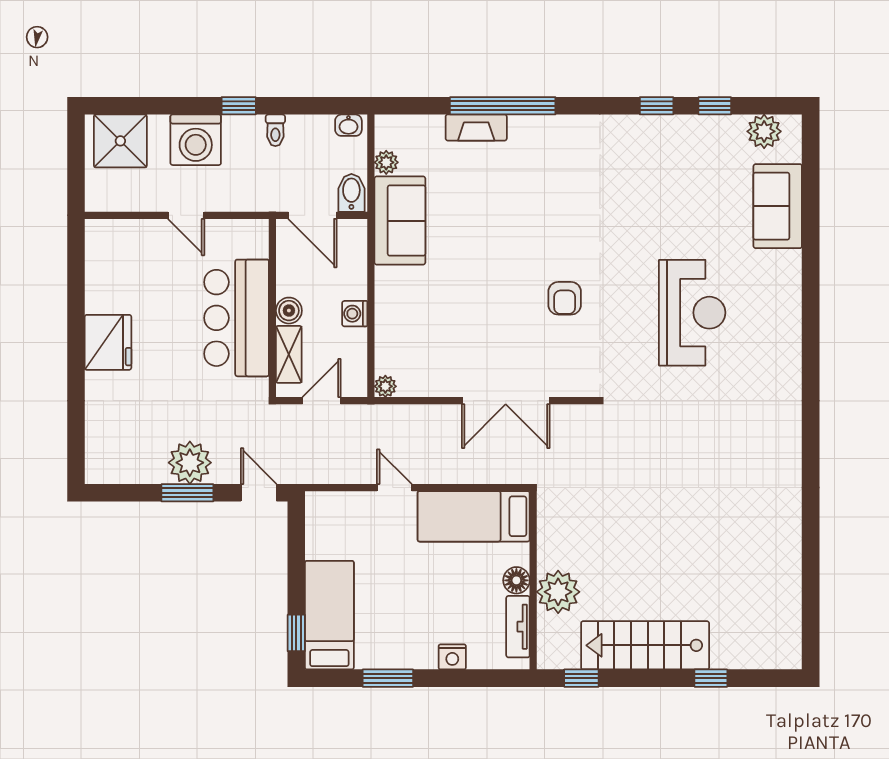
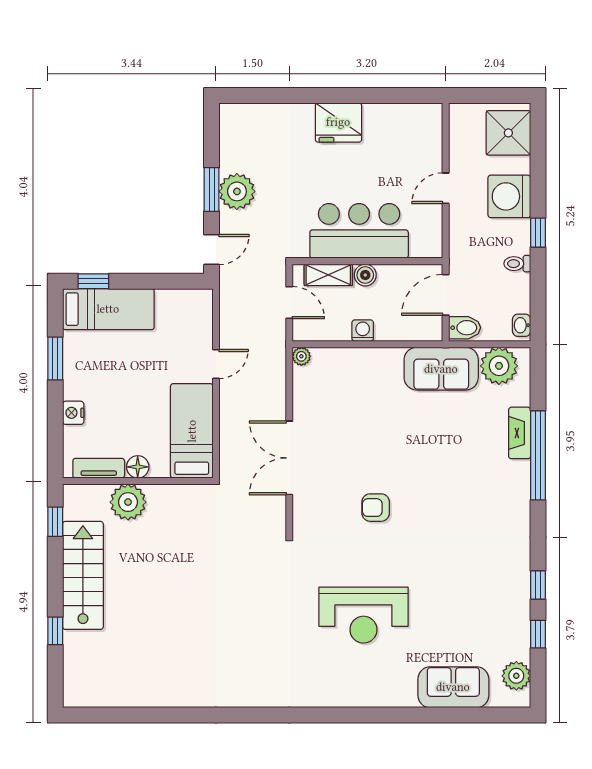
plant: (386, 162) -> (499, 366), width x1.88, depth x1.88

